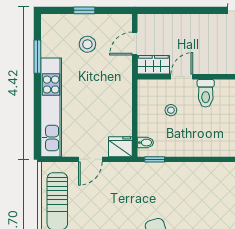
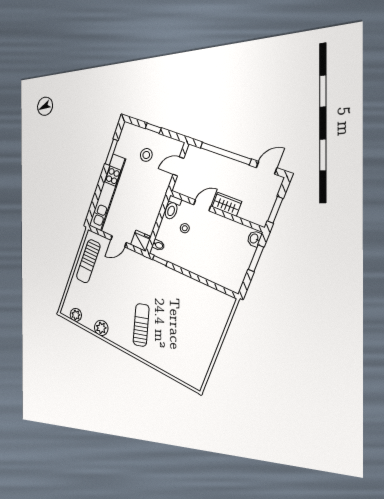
window: (187, 10) -> (225, 153), added
wardrobe: (153, 65) -> (227, 204), moved
toilet: (206, 93) -> (172, 208), moved

